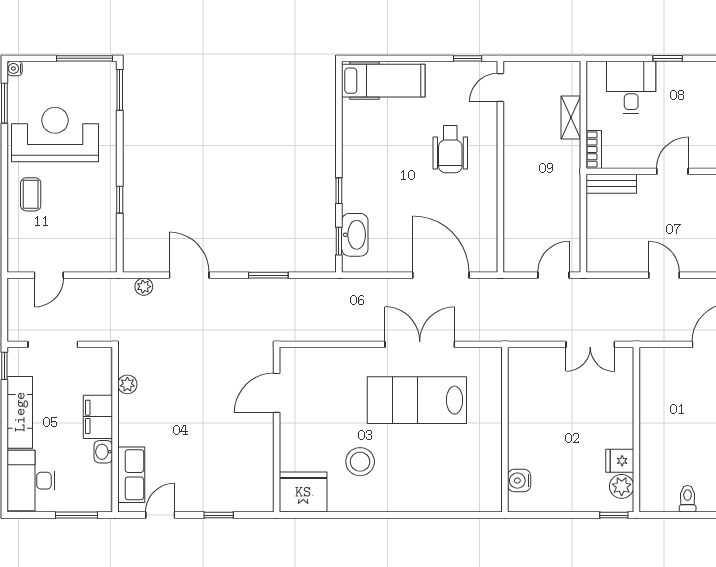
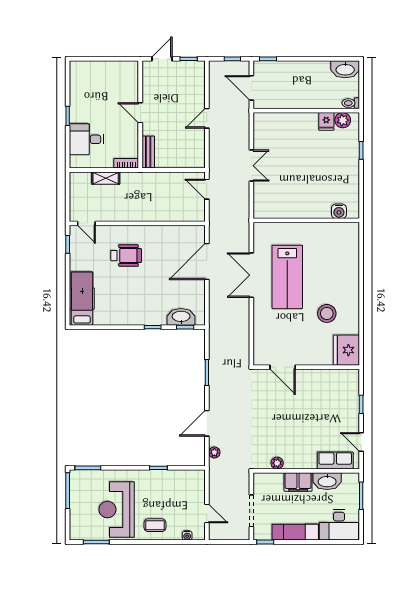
water cooler: (15, 68) -> (187, 535), moved
wall: (636, 430) -> (306, 111), moved
washbasin: (103, 452) -> (327, 481), width x1.91, depth x1.45
fridge: (620, 461) -> (326, 121), moved
plant: (622, 486) -> (343, 120), moved

